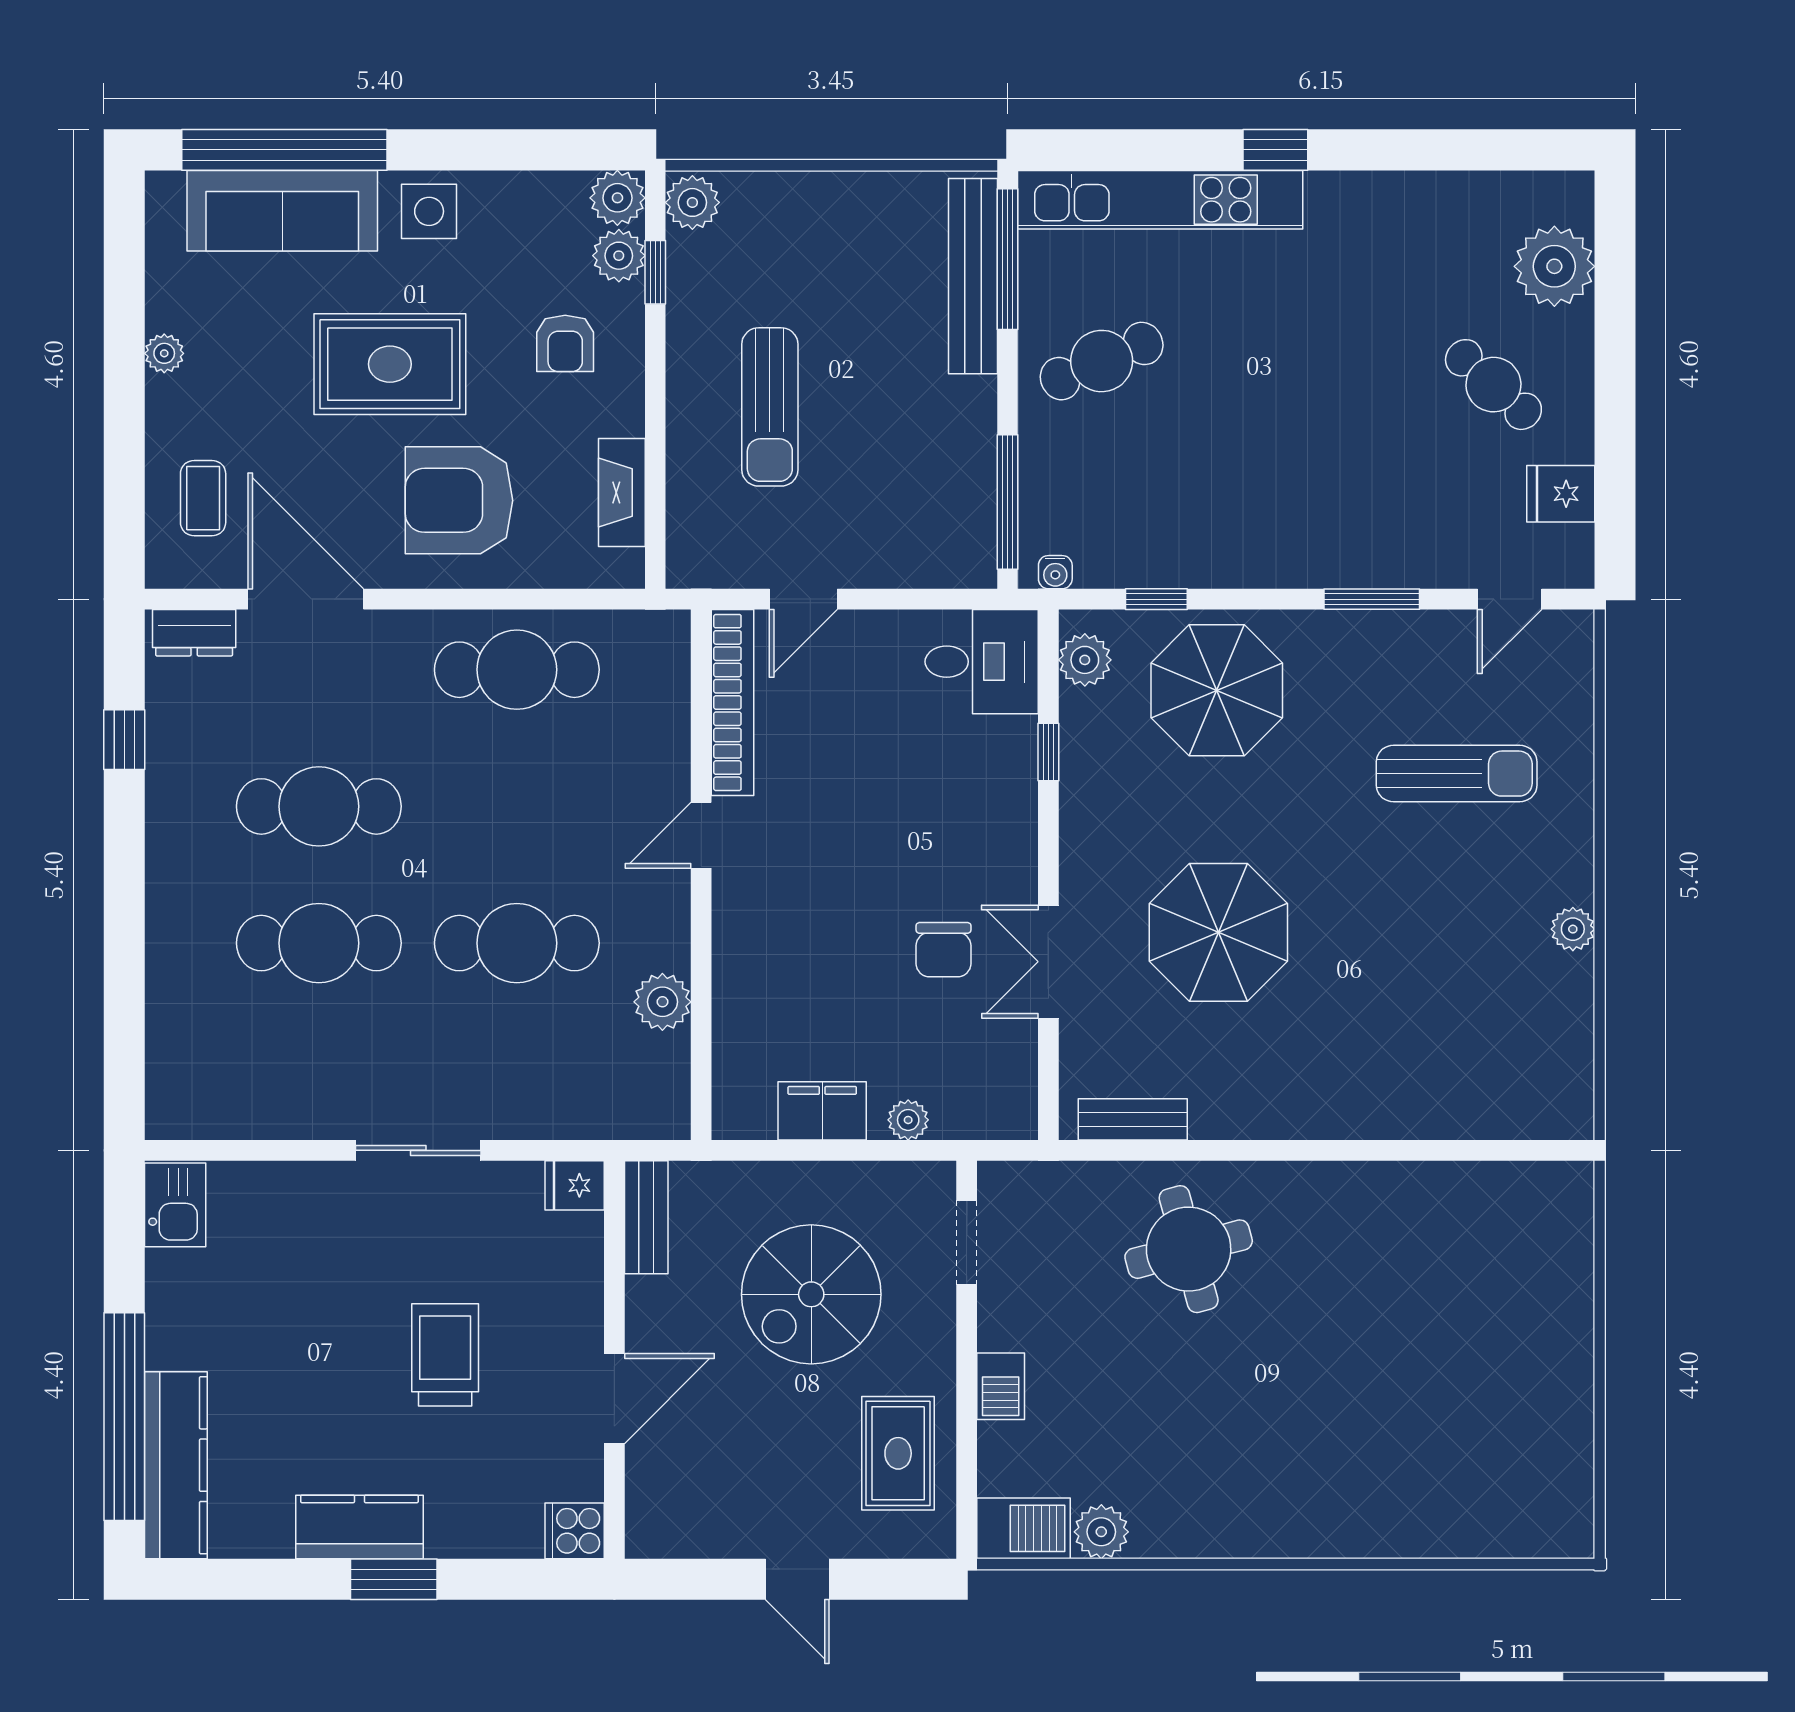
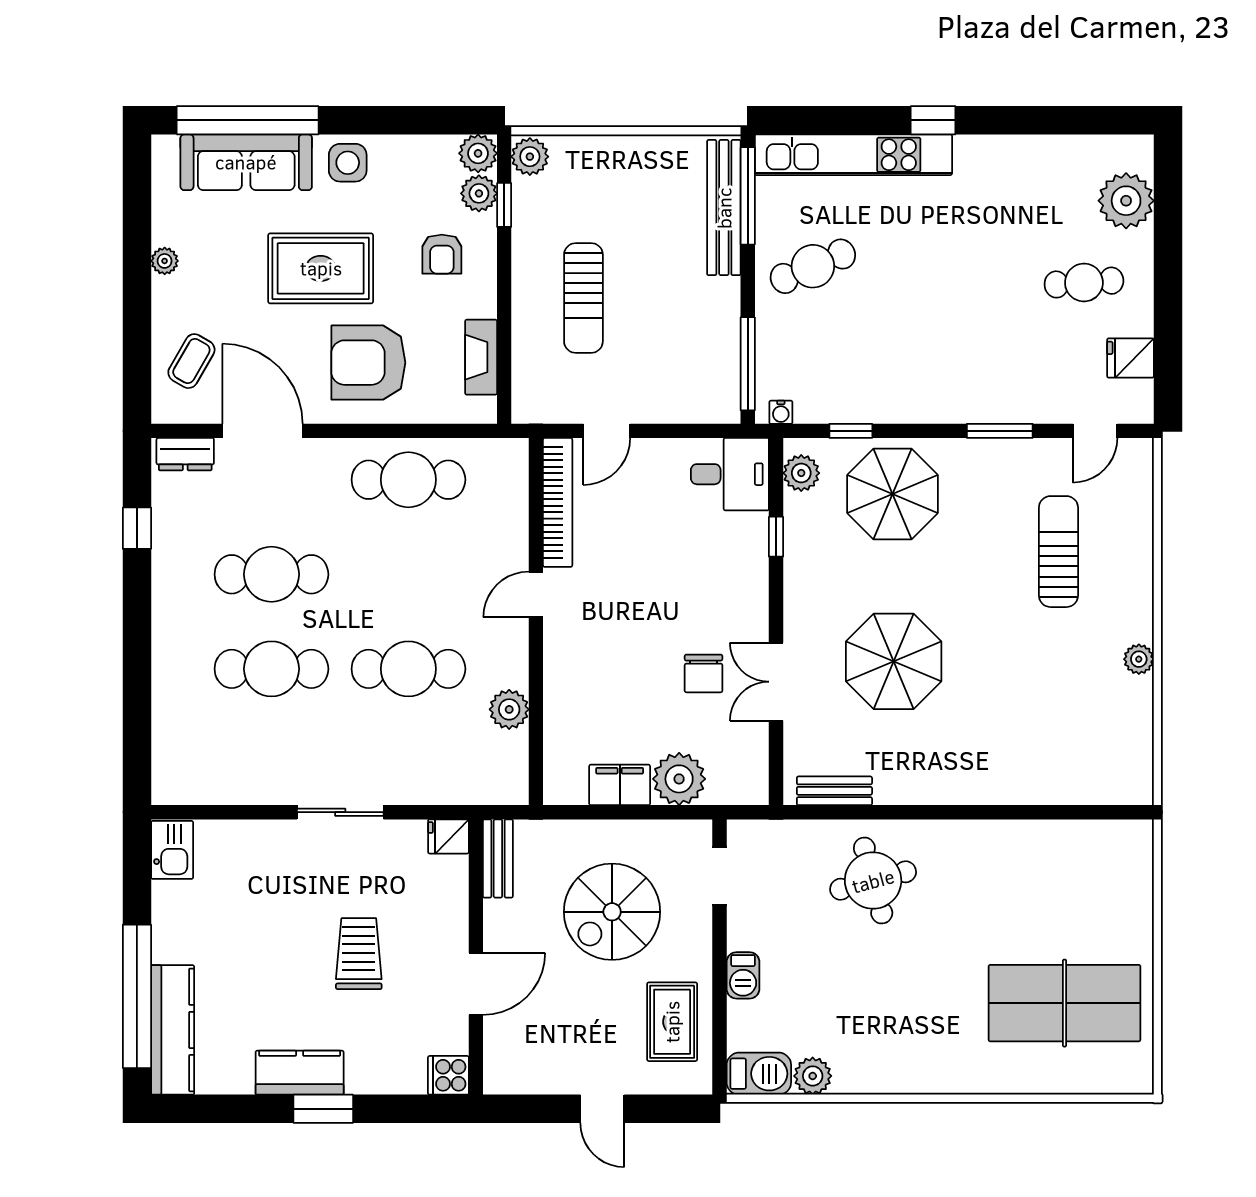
cafe table: (1493, 385) -> (1084, 283), turned -46
coffee table: (203, 498) -> (191, 361), turned 30
sun lounger: (1457, 774) -> (1058, 552), turned -90
plant: (908, 1120) -> (679, 779), width x1.88, depth x1.88
table tennis table: (1465, 1426) -> (1065, 1003), added

